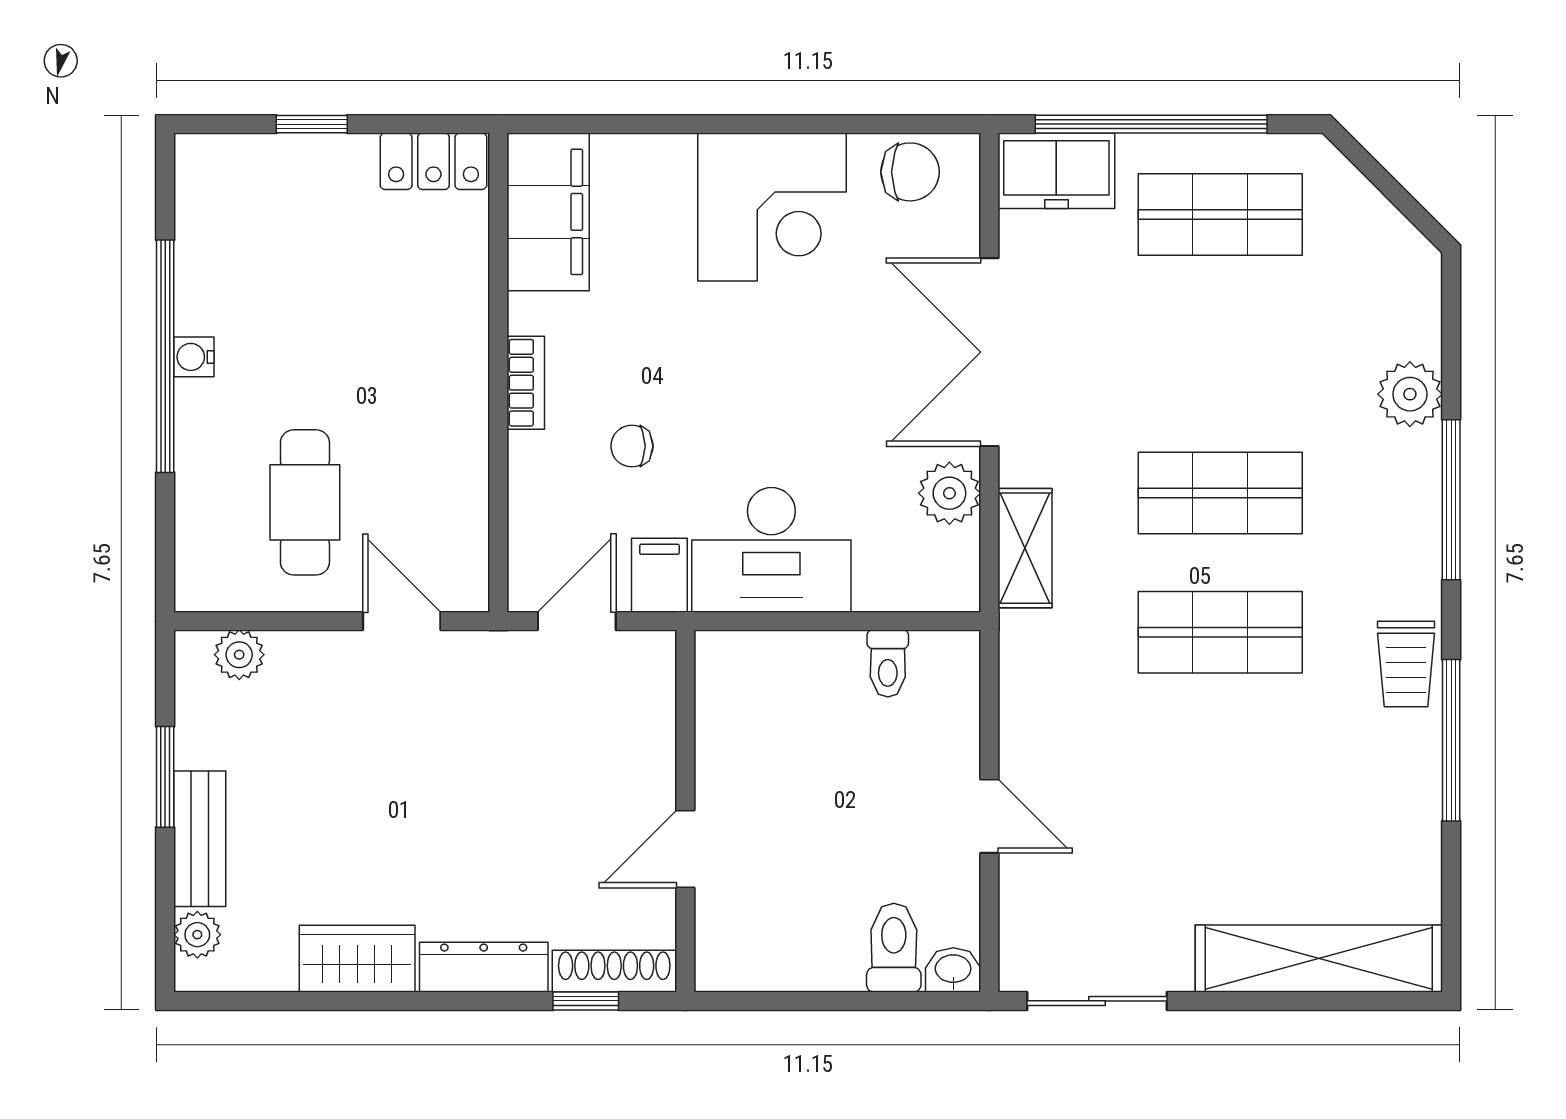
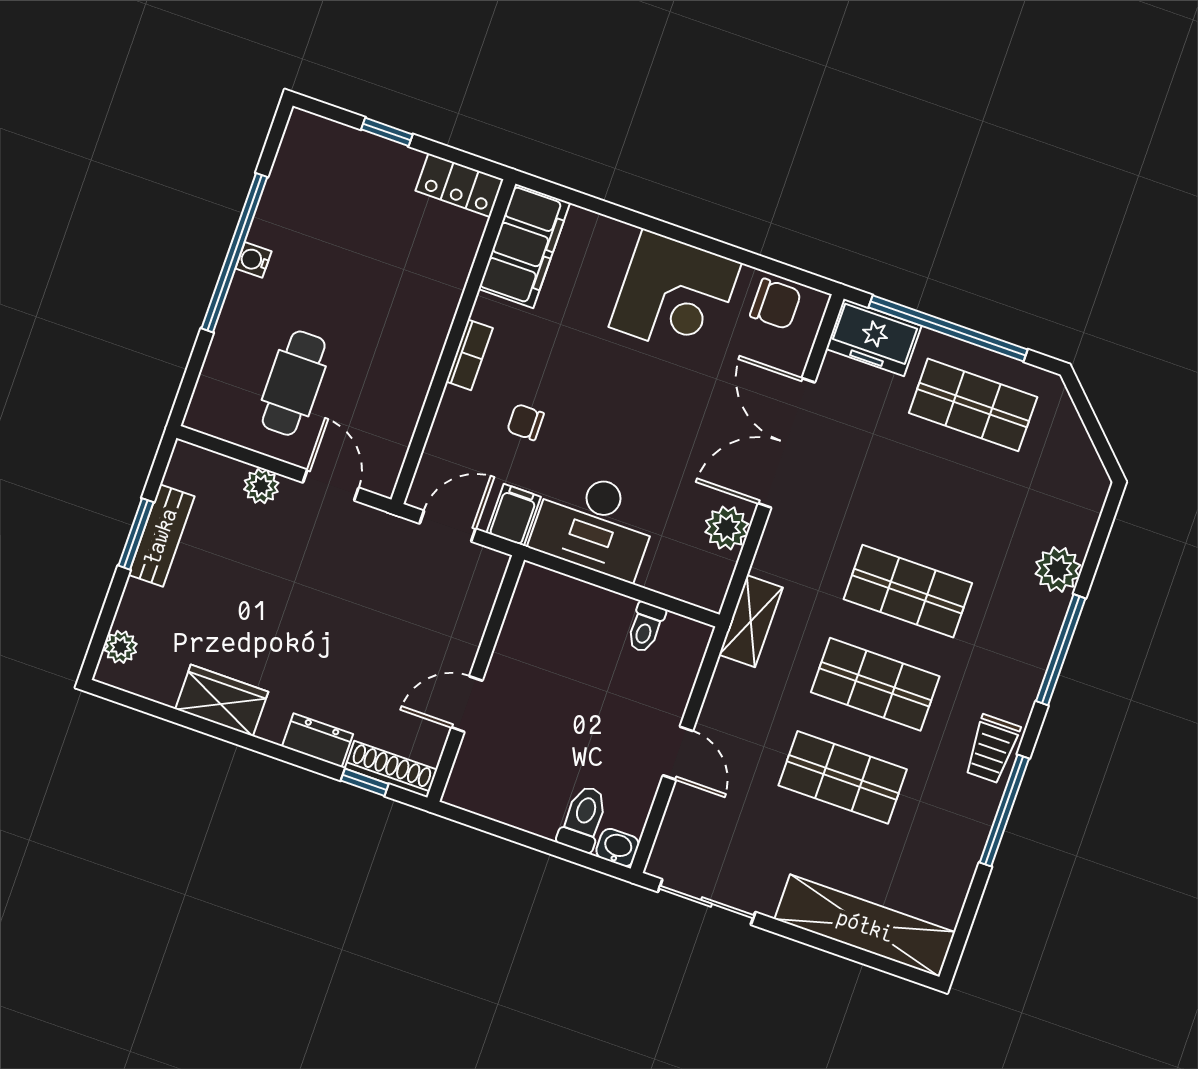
shelving: (1025, 548) -> (751, 621), moved
plant: (239, 655) -> (261, 486), moved
shop shelf: (1220, 771) -> (843, 777), added
bench: (200, 839) -> (161, 536), moved
dresser: (484, 967) -> (317, 740), width x0.70

